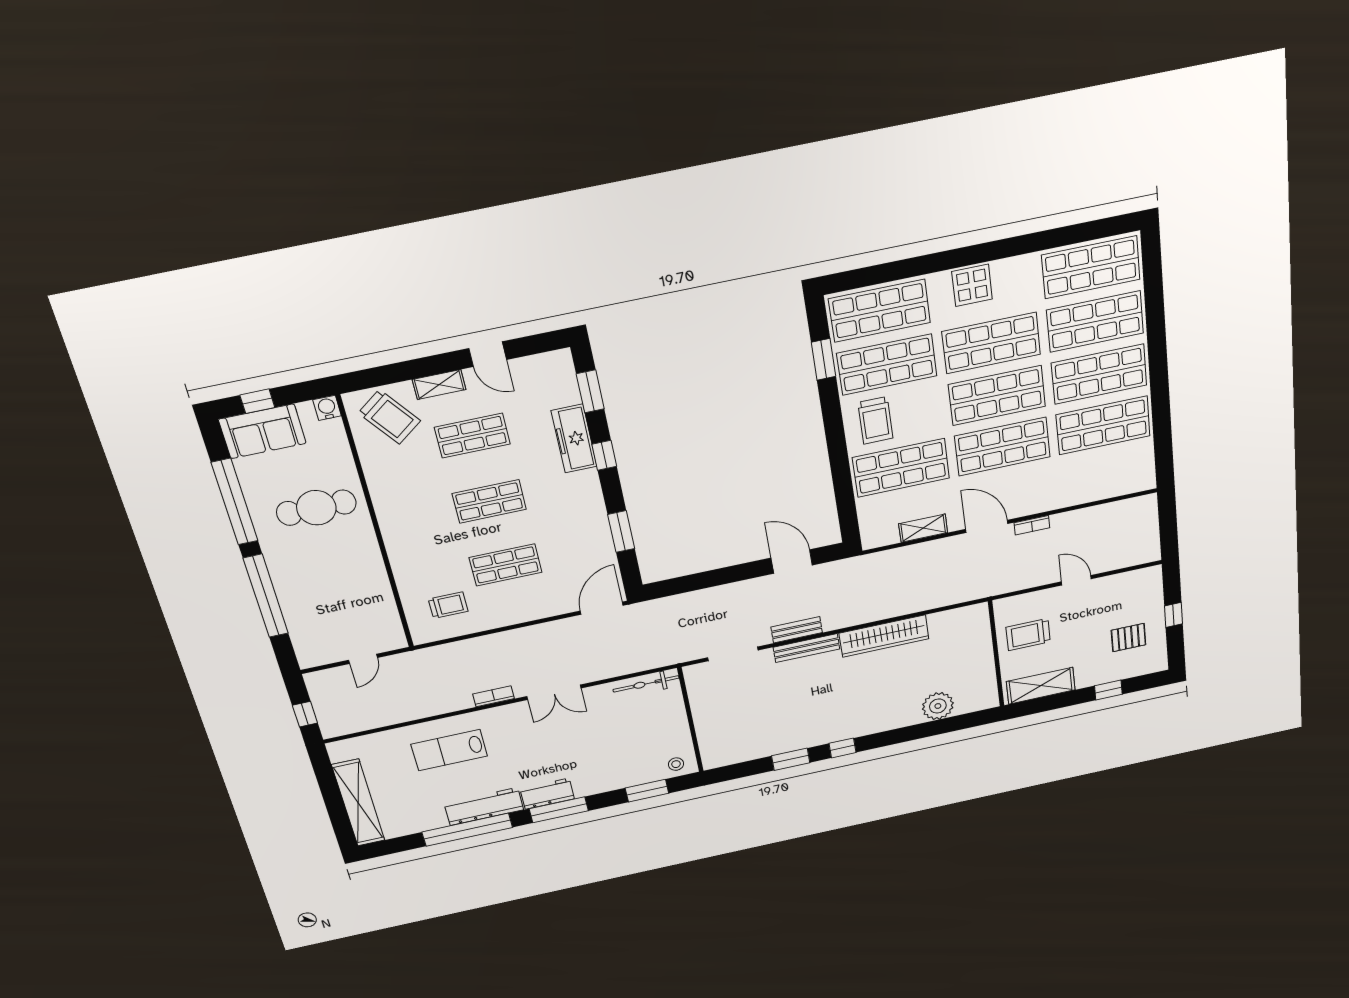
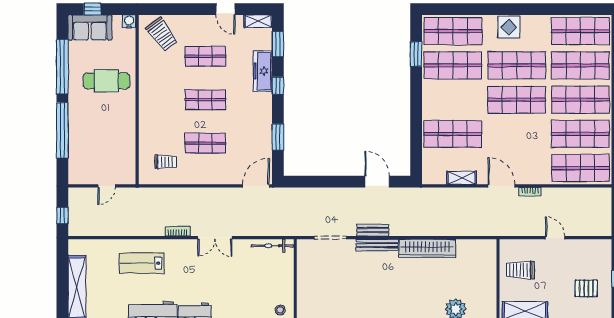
shelving: (439, 385) -> (258, 21), moved
trolley: (875, 420) -> (441, 99), removed
shop shelf: (1002, 447) -> (580, 168), moved

